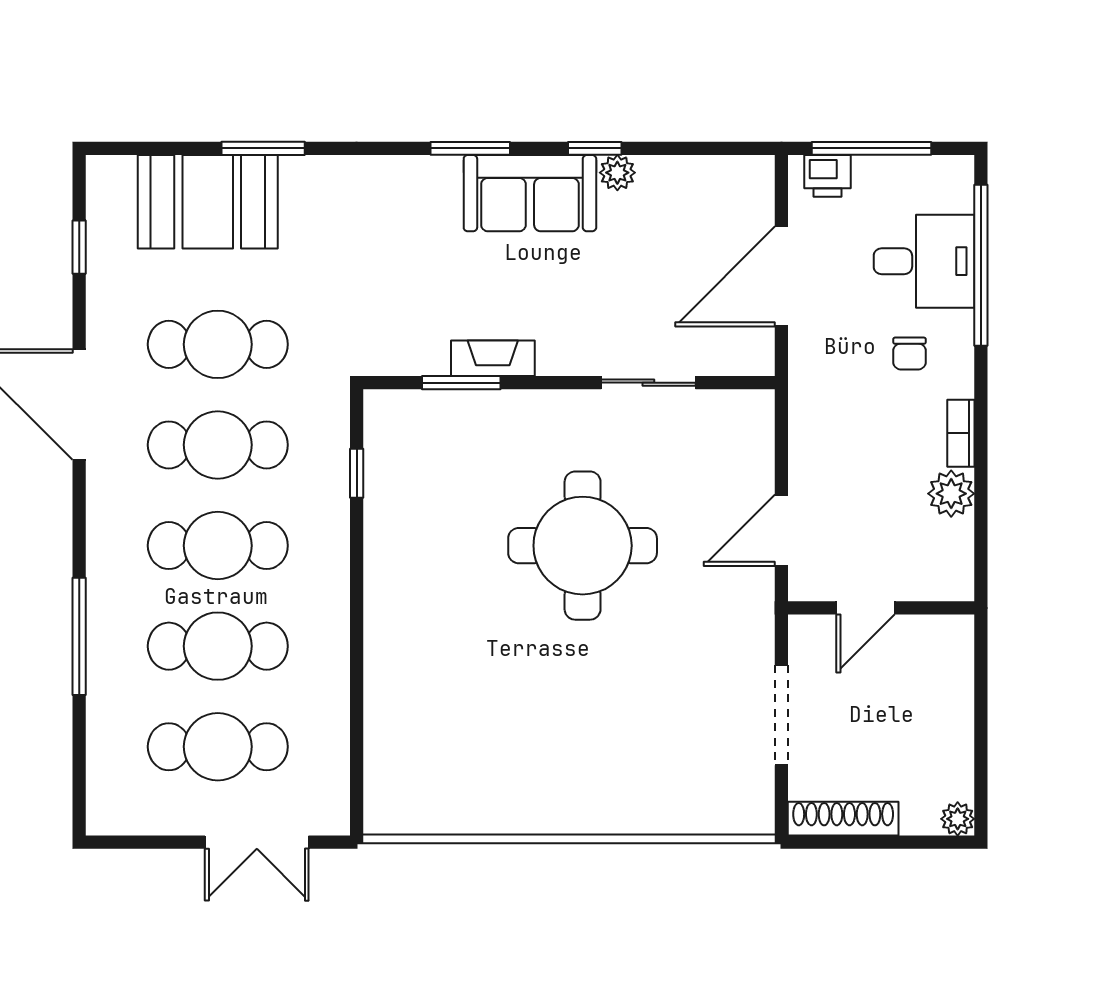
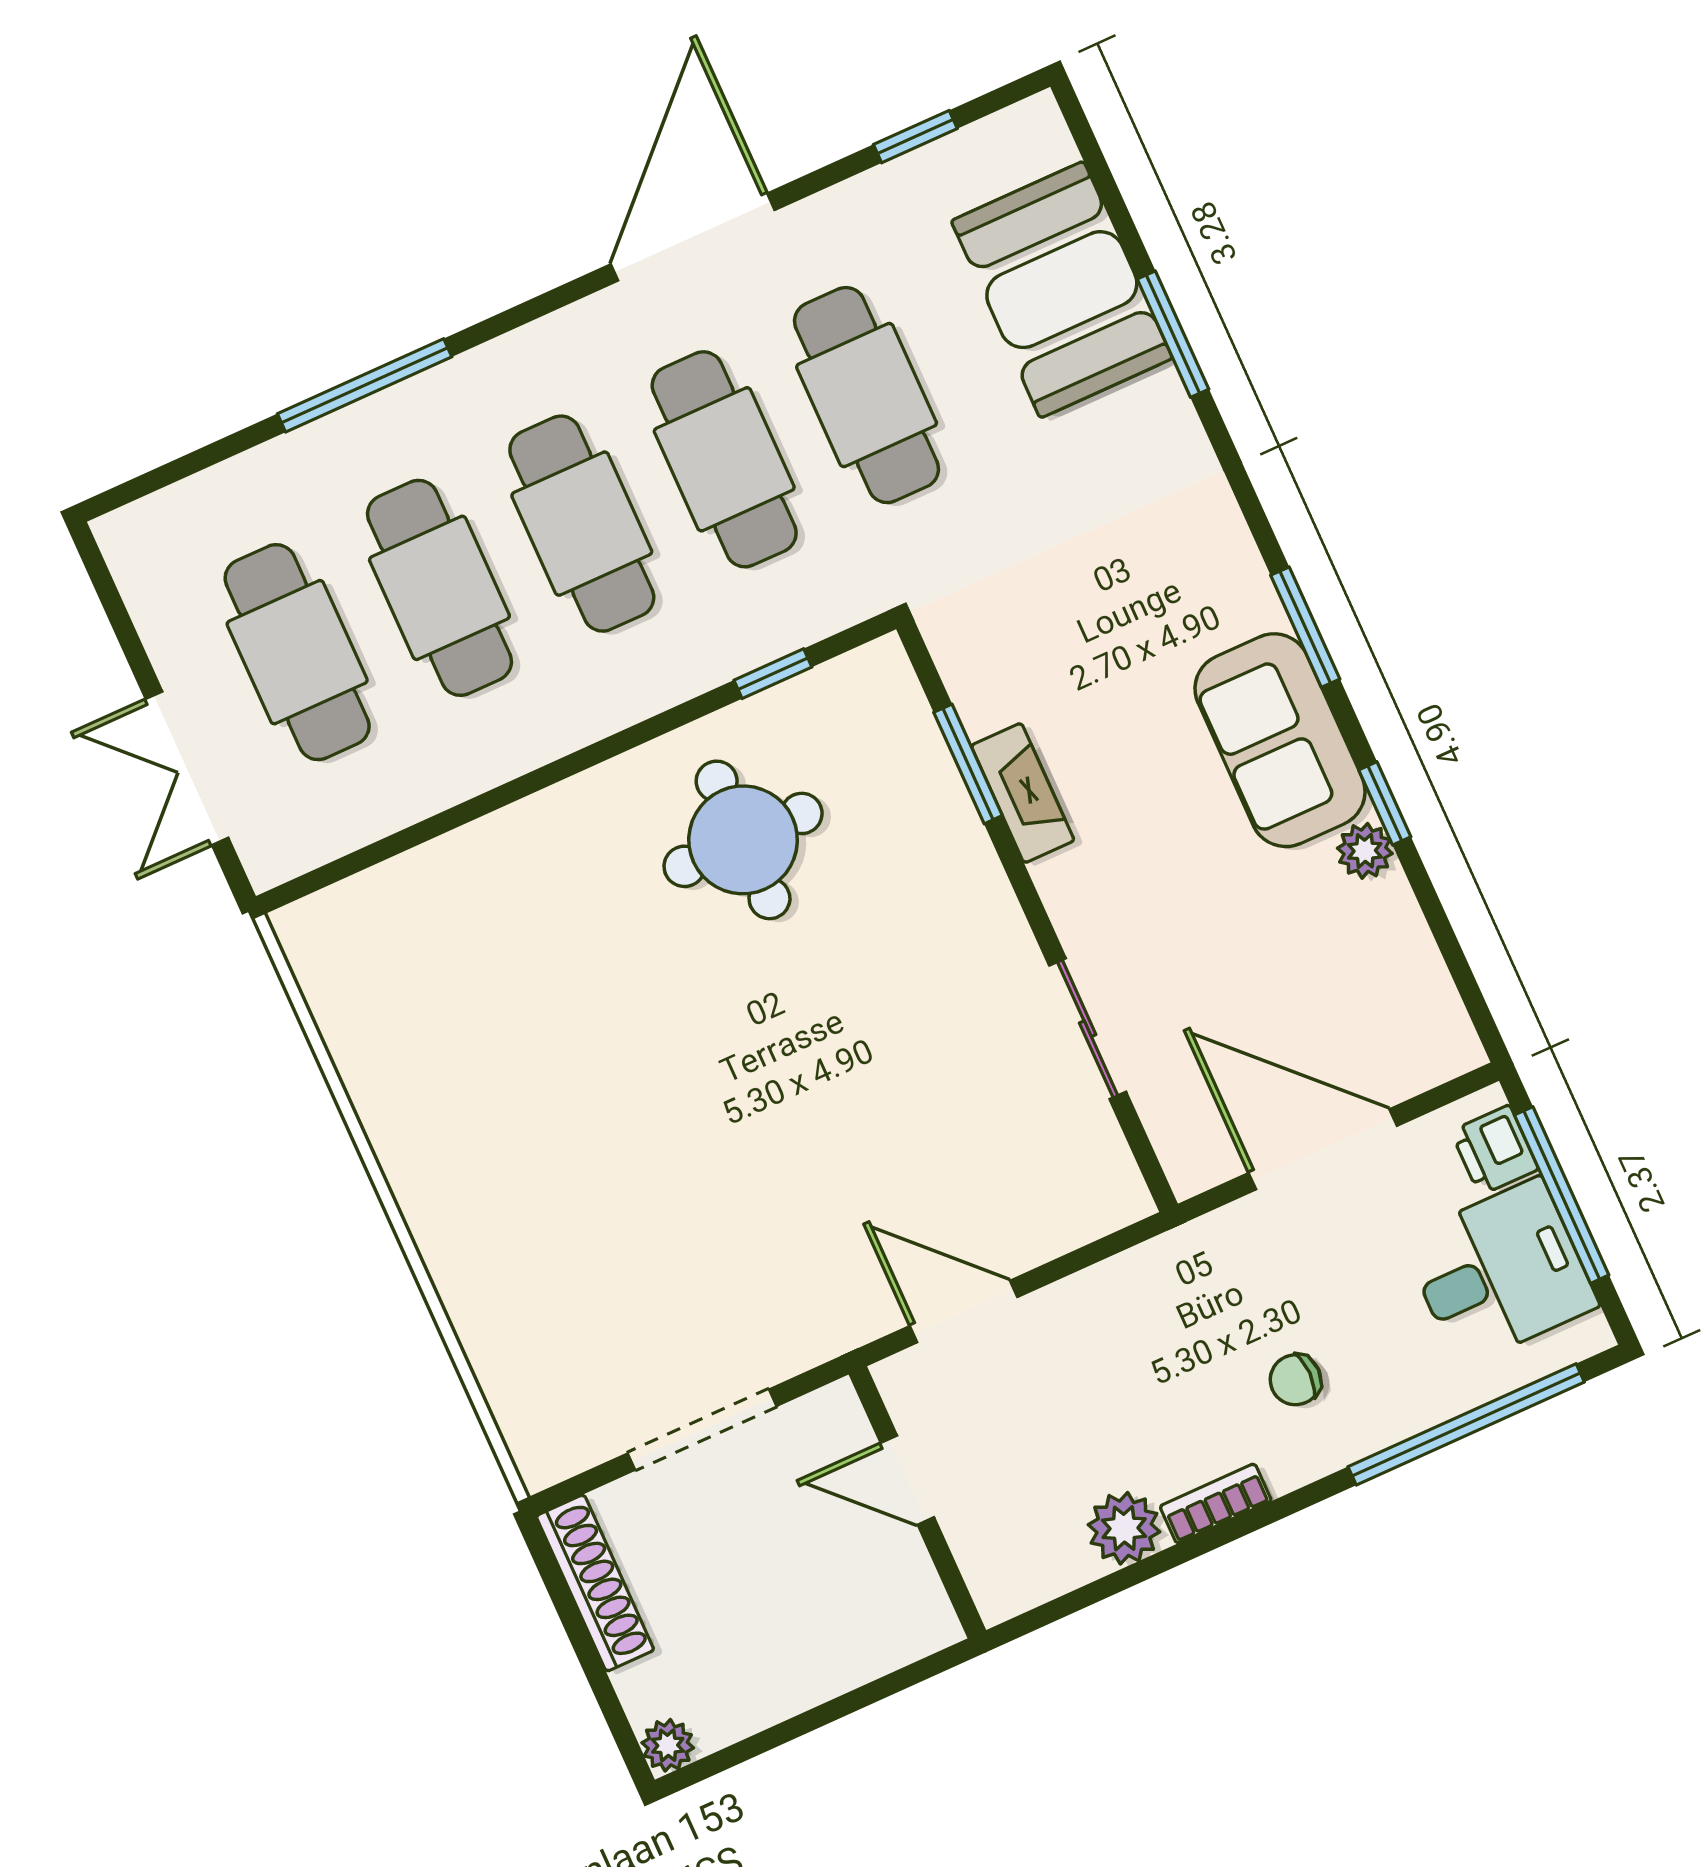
desk: (924, 261) -> (1500, 1272), moved, turned -90
round table: (583, 546) -> (743, 840), moved, width x0.73, depth x0.73

